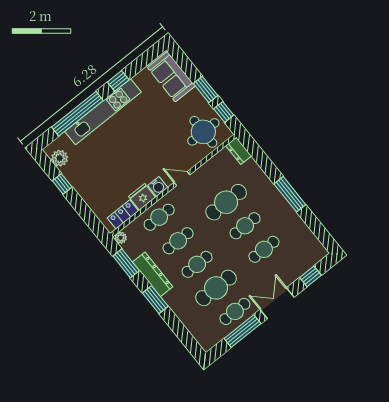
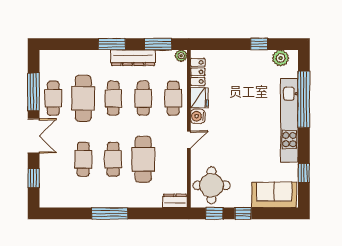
window: (118, 81) -> (304, 173), moved
window: (206, 89) -> (243, 213), width x0.67

